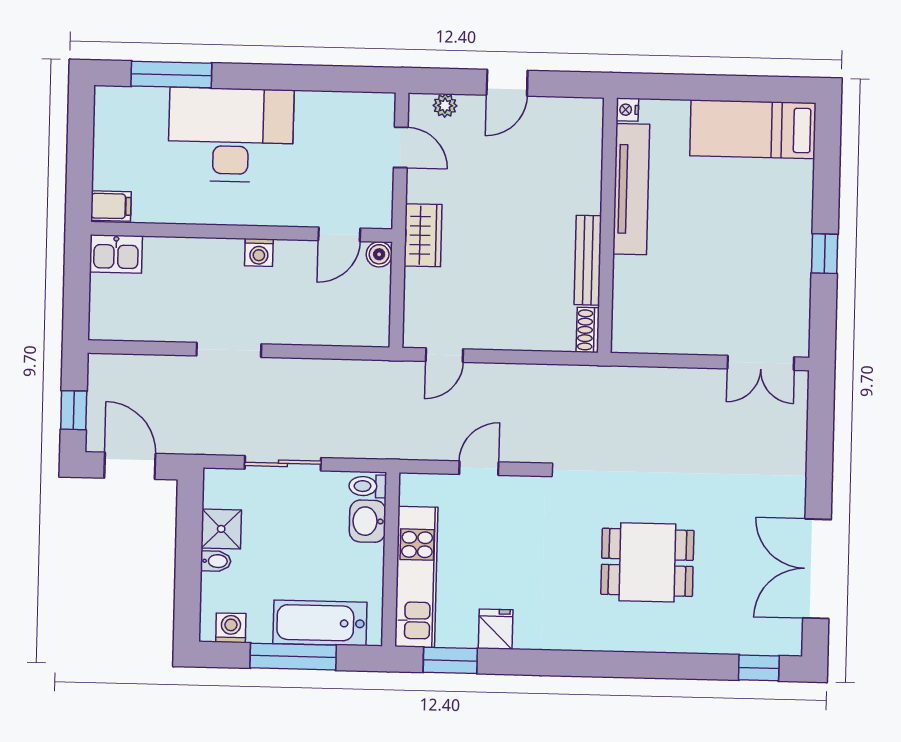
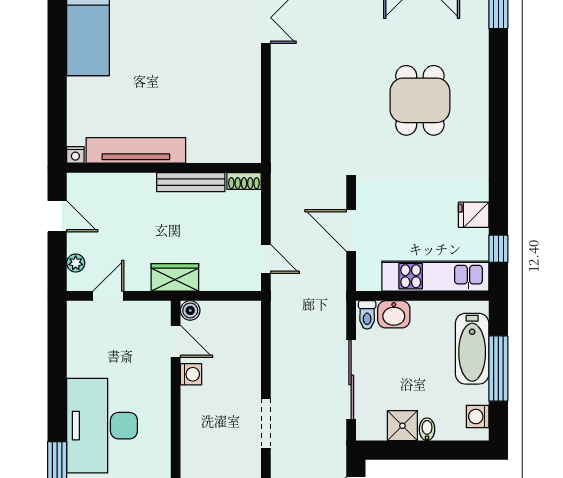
nightstand: (627, 110) -> (75, 155), moved
tv unit: (631, 189) -> (136, 150), moved
wall: (607, 225) -> (164, 168), moved
washing machine: (259, 252) -> (191, 374), moved
bench: (588, 260) -> (191, 182), moved
shoe rack: (588, 330) -> (244, 181), moved
sliding door: (283, 463) -> (351, 380), width x1.37
door: (479, 468) -> (351, 231), width x1.38
window: (450, 660) -> (498, 249), width x0.67

